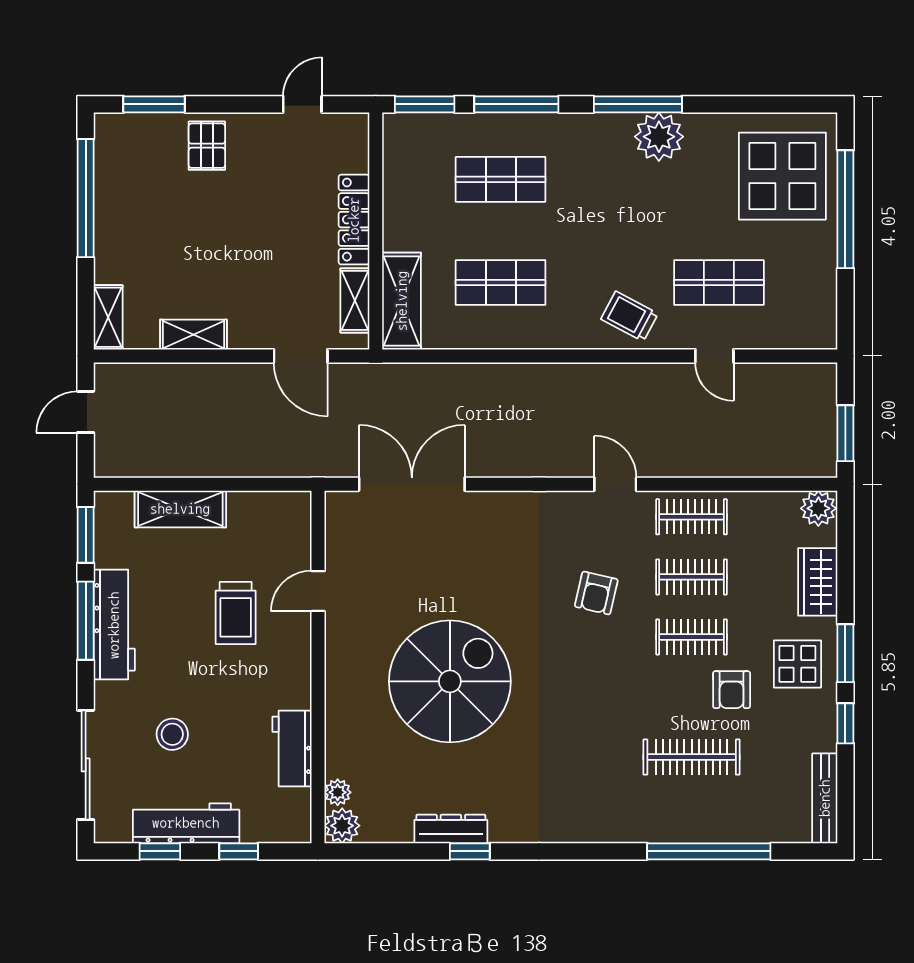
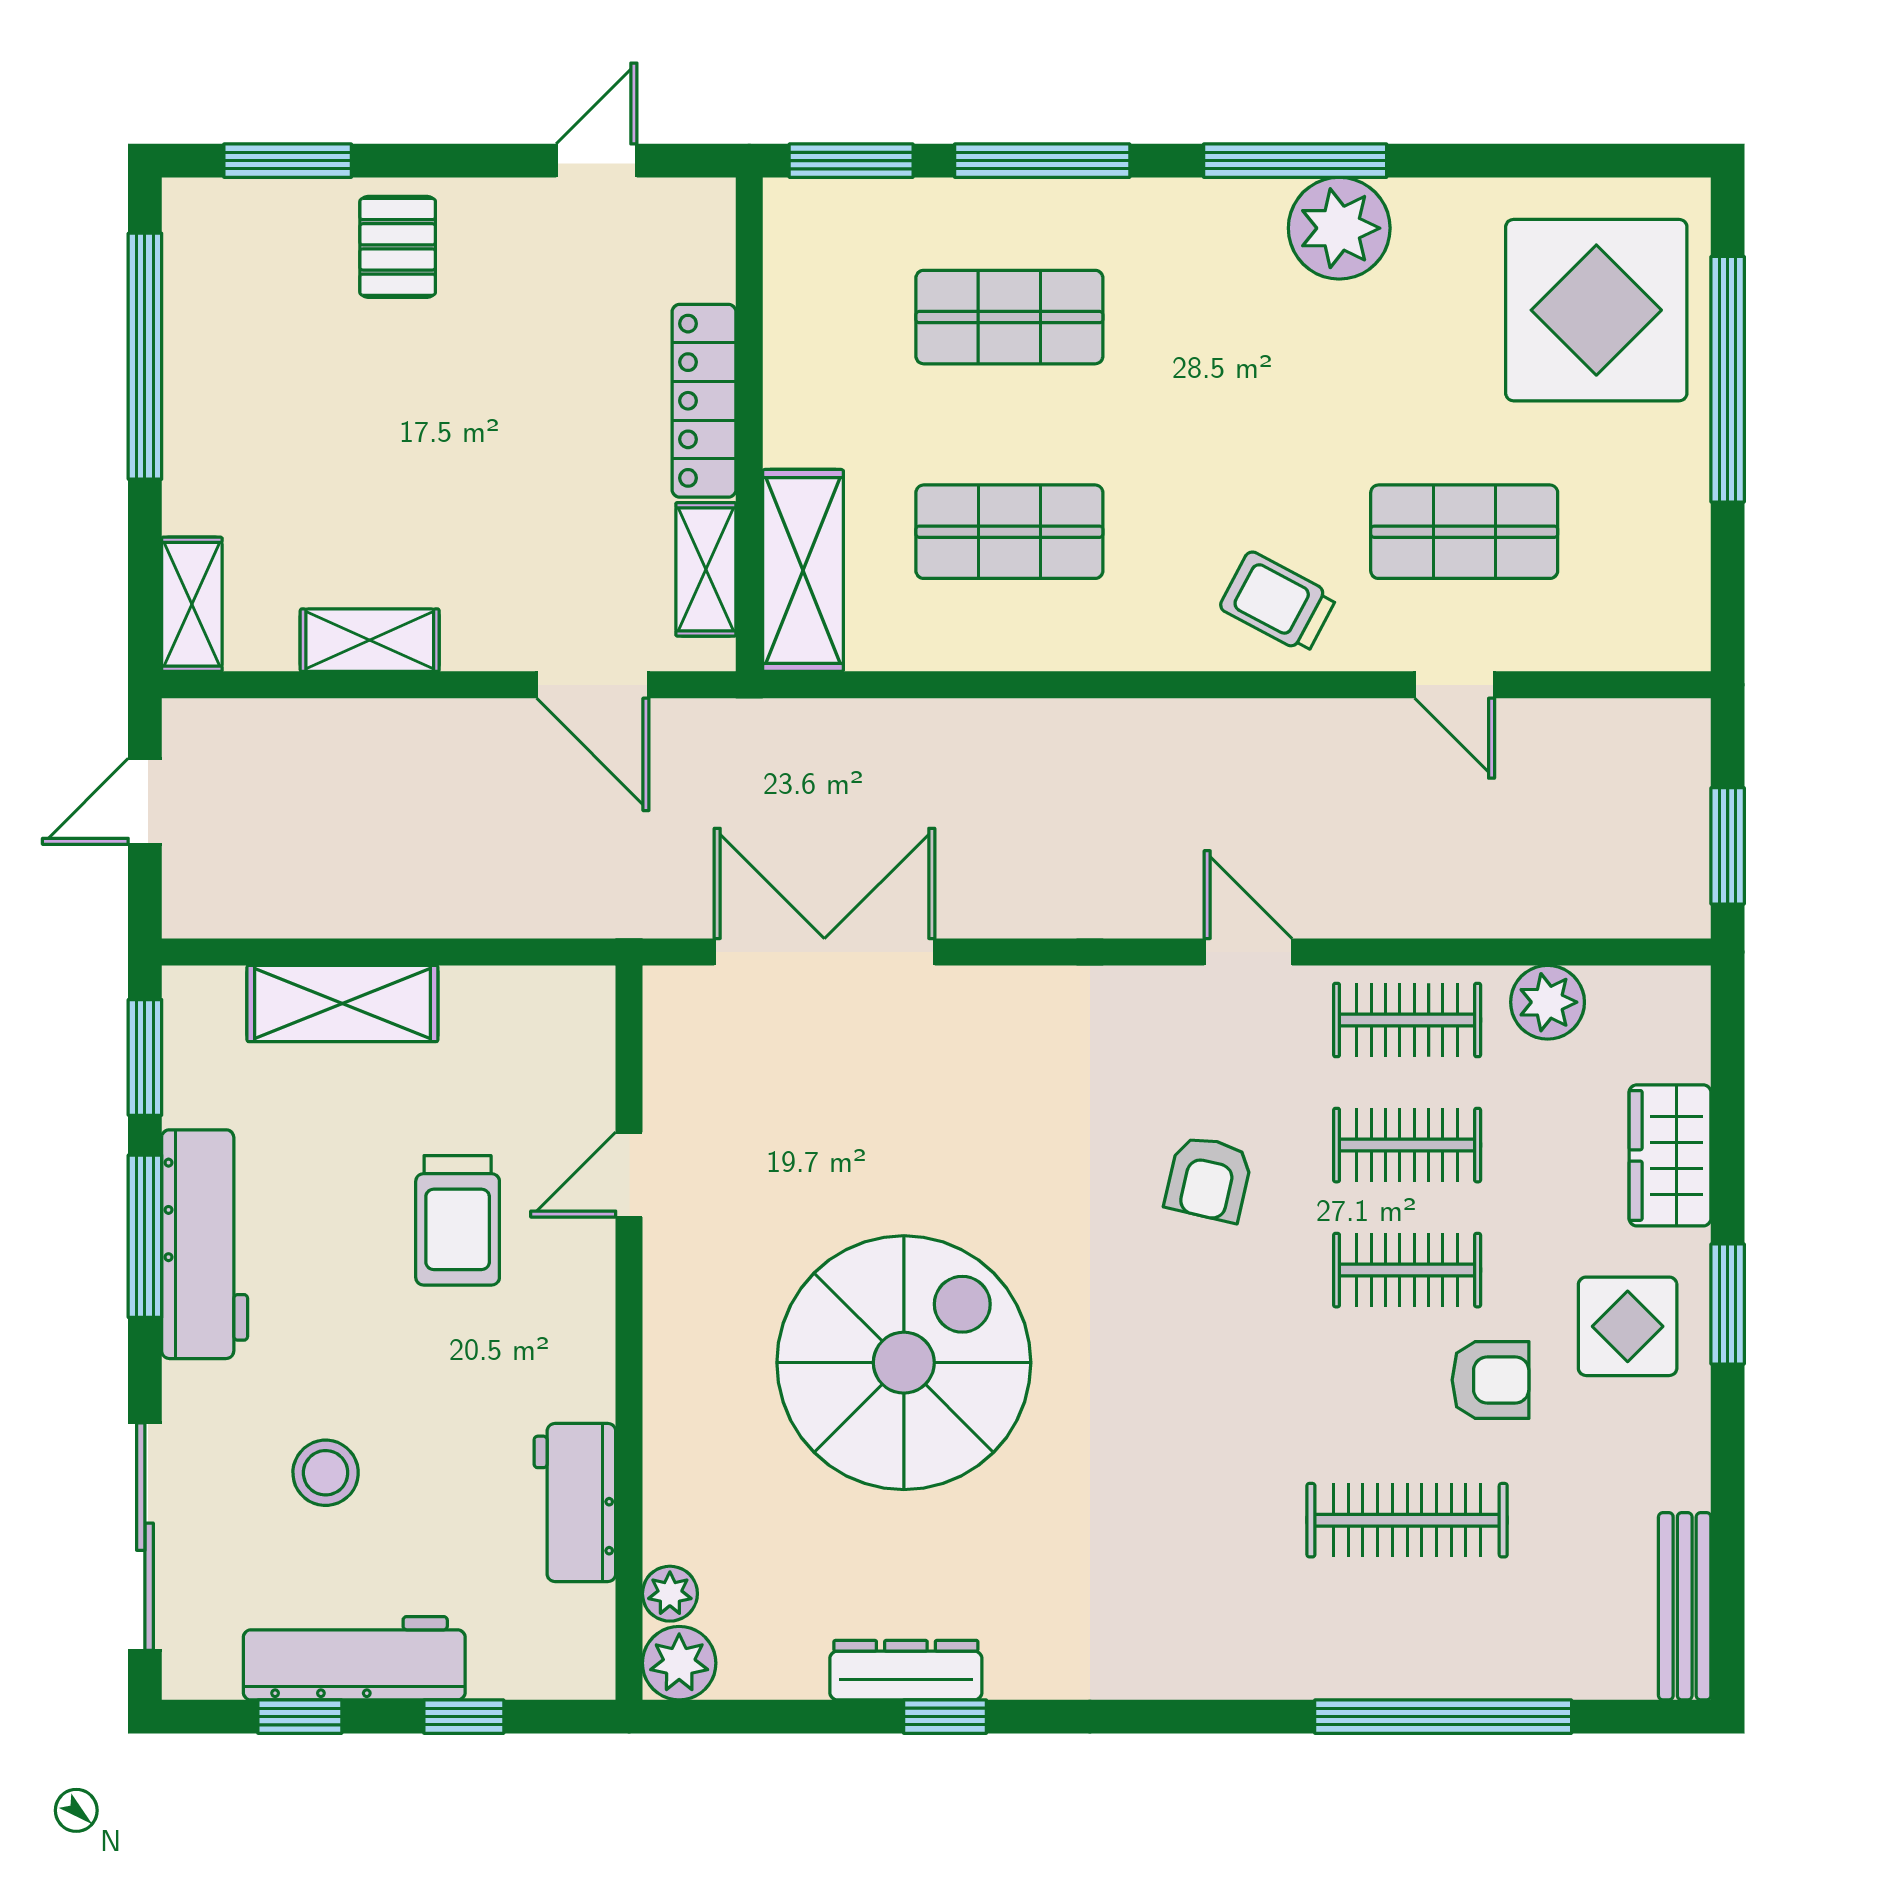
plant: (818, 508) -> (1548, 1002), moved
armchair: (732, 690) -> (1490, 1380), turned -90
window: (845, 723) -> (1728, 1450), removed

